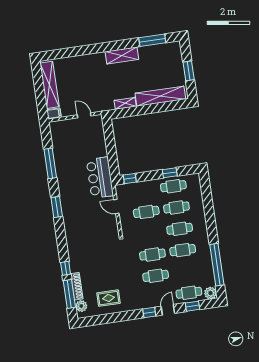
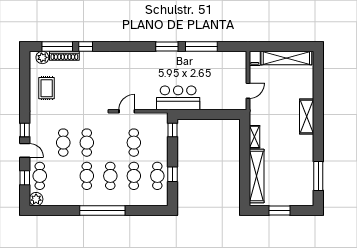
shelving: (122, 55) -> (307, 117), moved
window: (57, 207) -> (167, 47), moved
door: (116, 207) -> (127, 111), moved
window: (217, 265) -> (102, 211), moved

